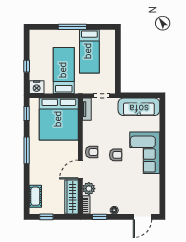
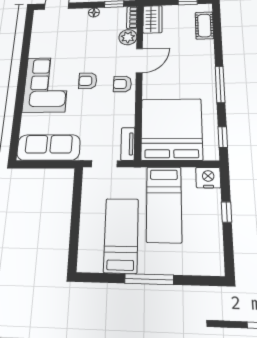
wardrobe: (72, 197) -> (152, 19), width x0.67

